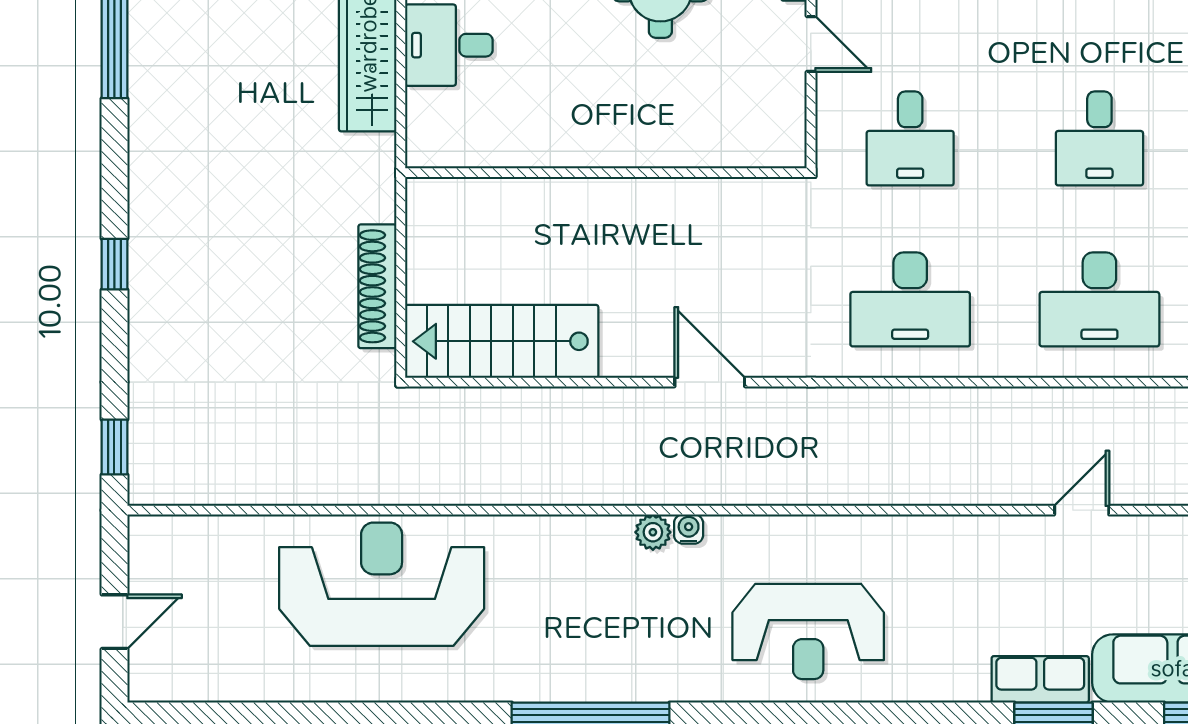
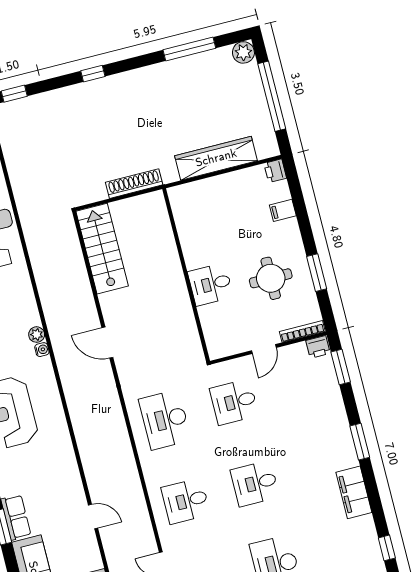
desk: (449, 45) -> (211, 284), moved, turned -90
shoe rack: (377, 286) -> (134, 184), moved
desk: (1099, 299) -> (186, 501), width x0.73
door: (710, 382) -> (107, 343), swing flipped

